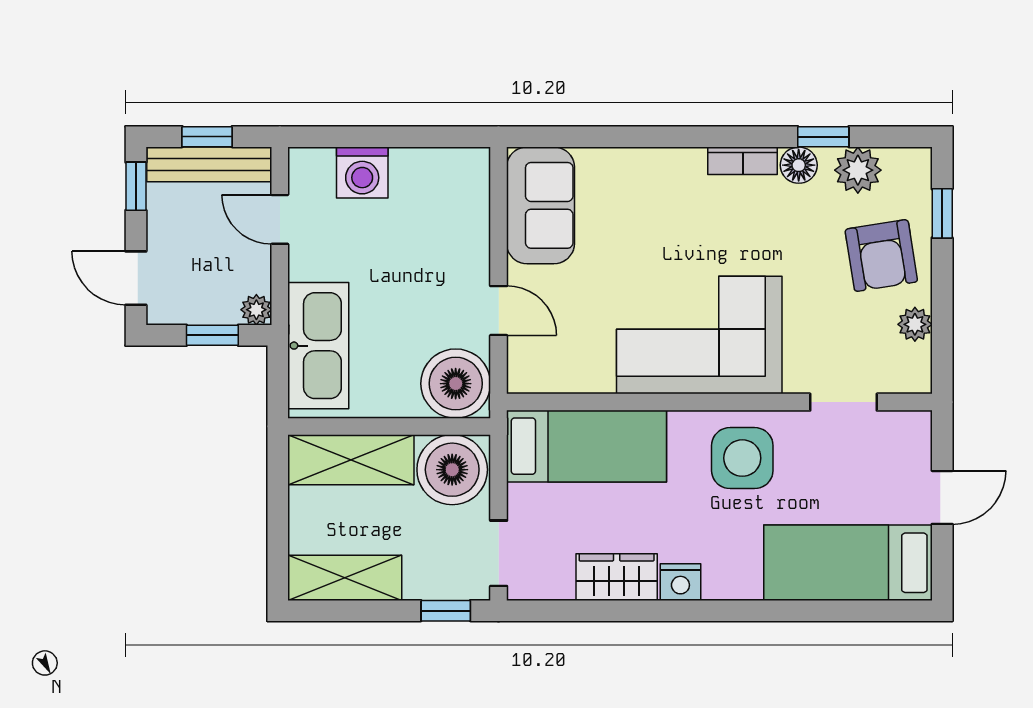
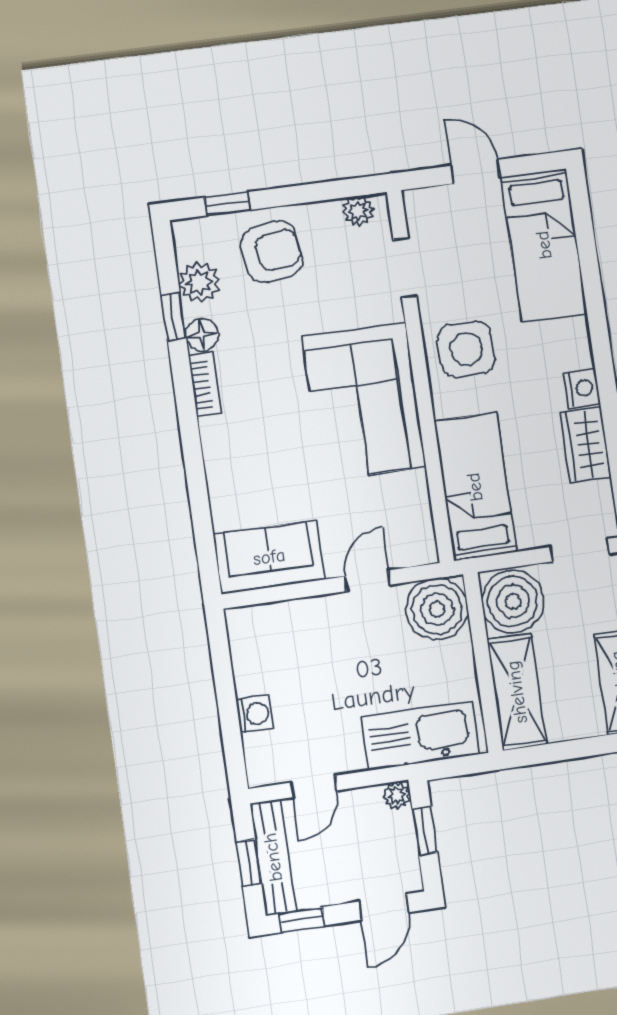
washing machine: (362, 172) -> (255, 714), width x0.73, depth x0.73
plant: (915, 324) -> (358, 211), moved

